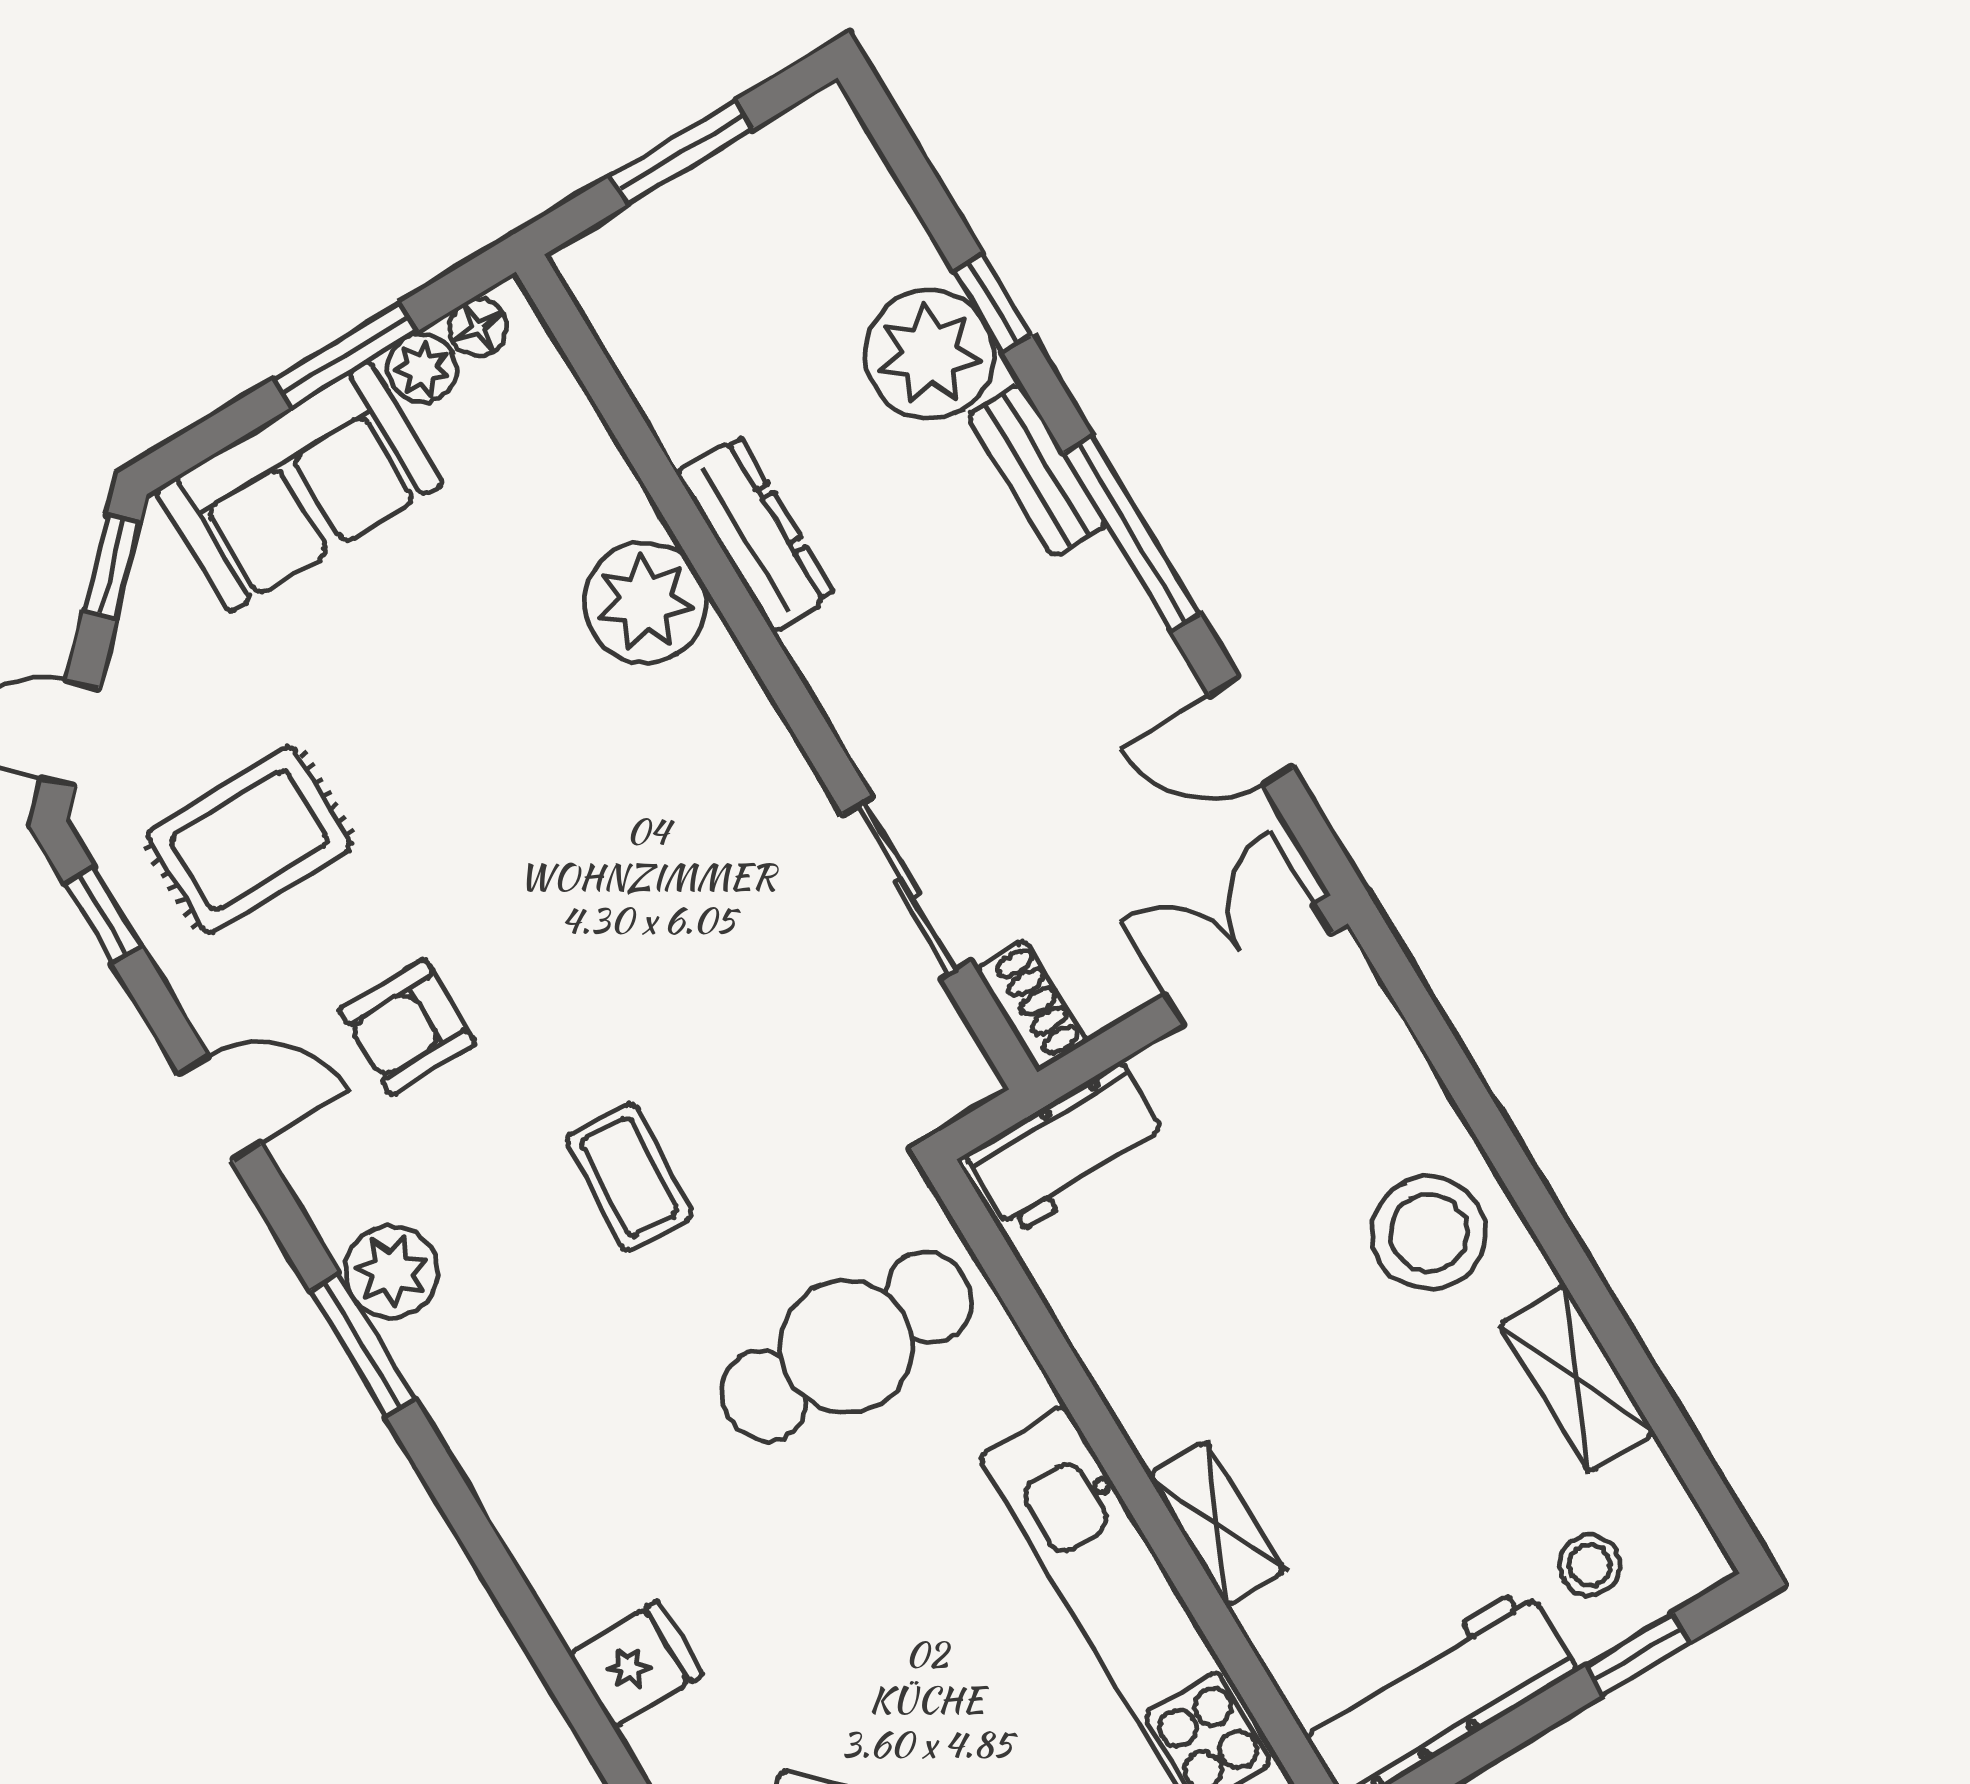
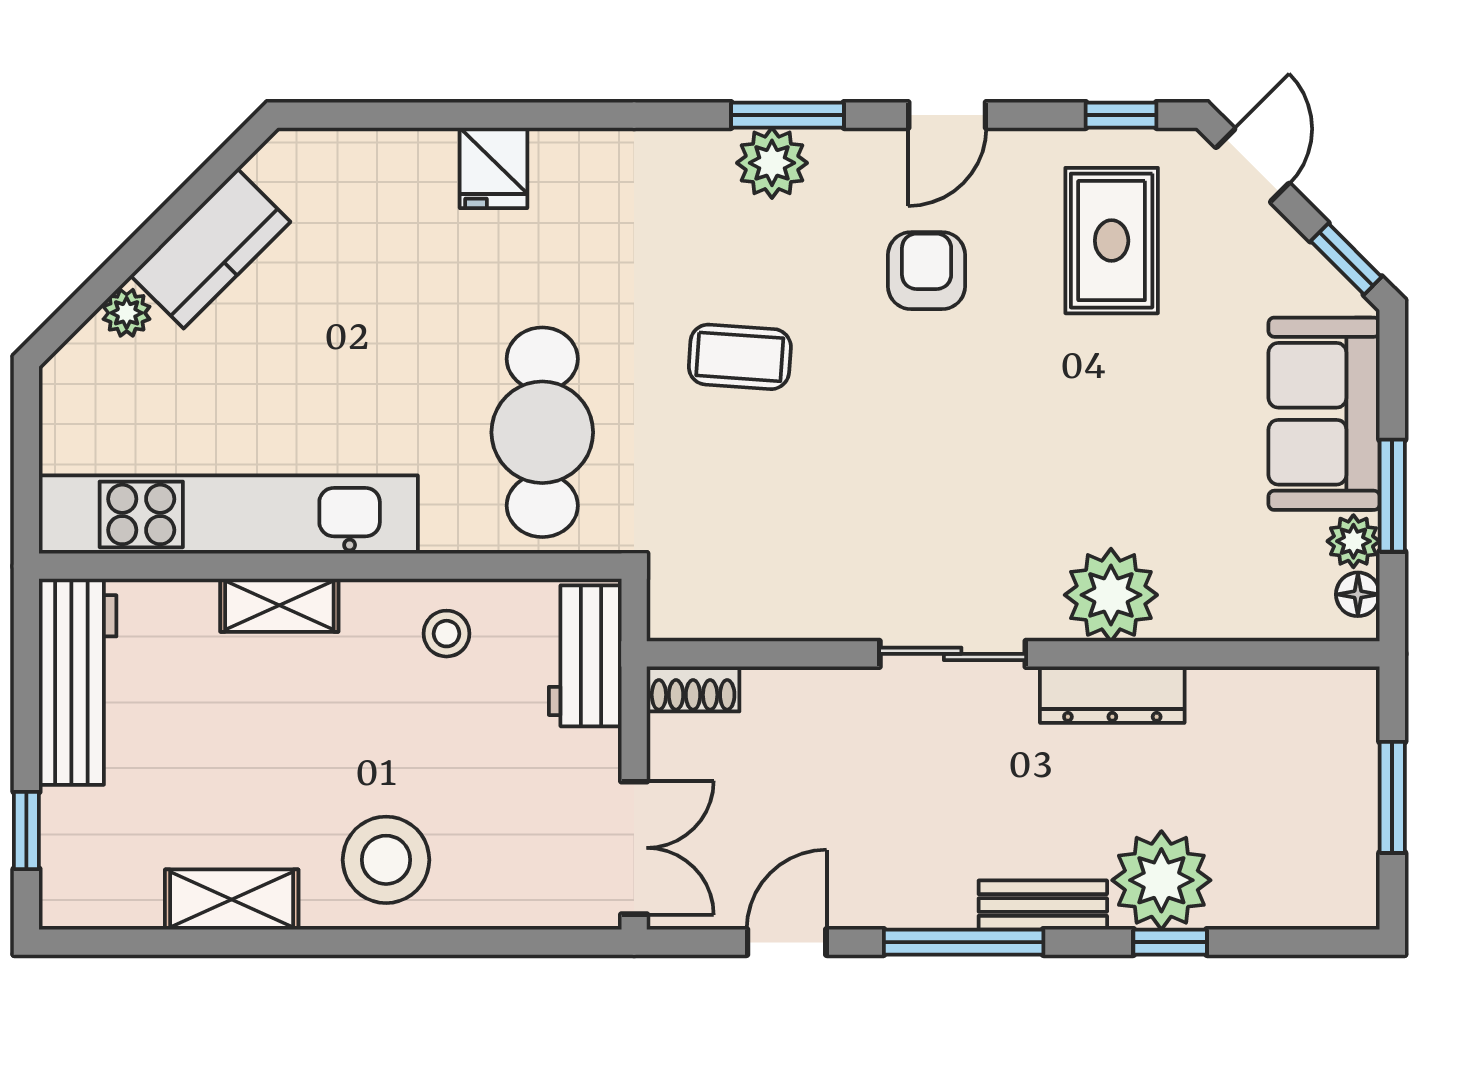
sliding door: (907, 887) -> (953, 654), moved
window: (363, 1345) -> (788, 115), moved
stool: (1590, 1565) -> (446, 634), moved
fridge: (636, 1664) -> (494, 168), moved

